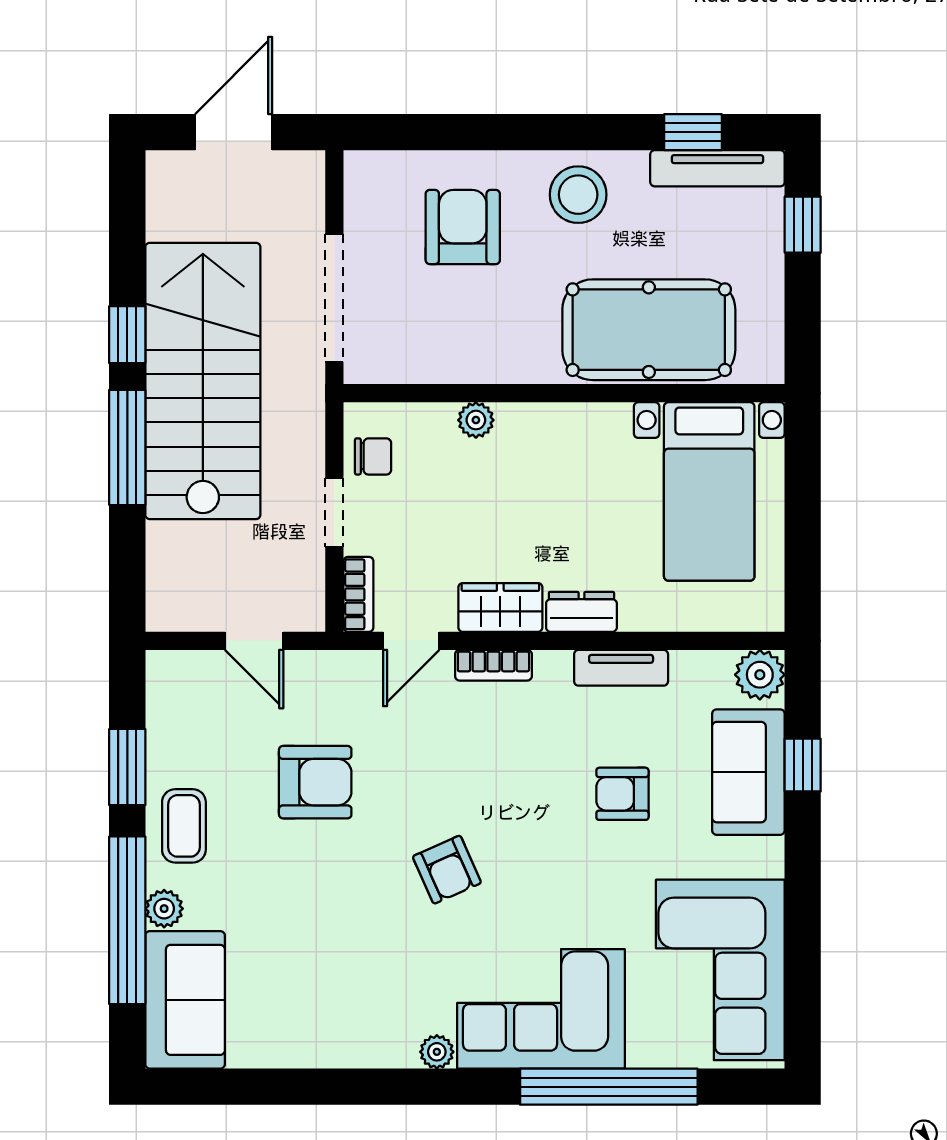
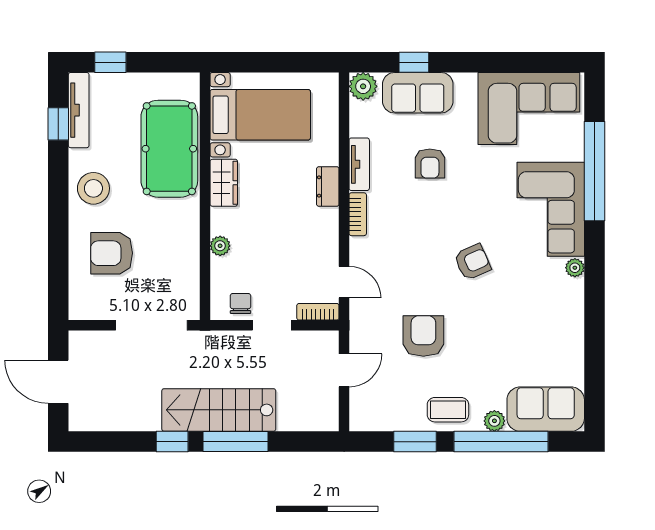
stairs: (203, 381) -> (219, 410), width x0.73, depth x0.66
wardrobe: (500, 607) -> (224, 183), moved, turned 180
bookcase: (493, 665) -> (358, 214), moved

